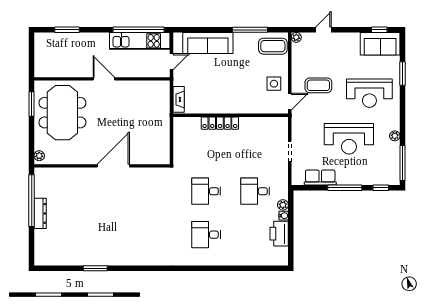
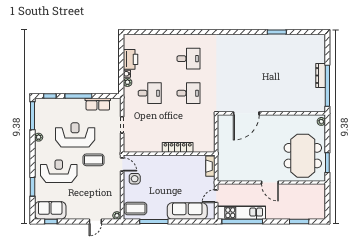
coffee table: (318, 85) -> (93, 160), moved
door: (290, 102) -> (122, 164), swing flipped
door: (113, 166) -> (246, 113), moved

